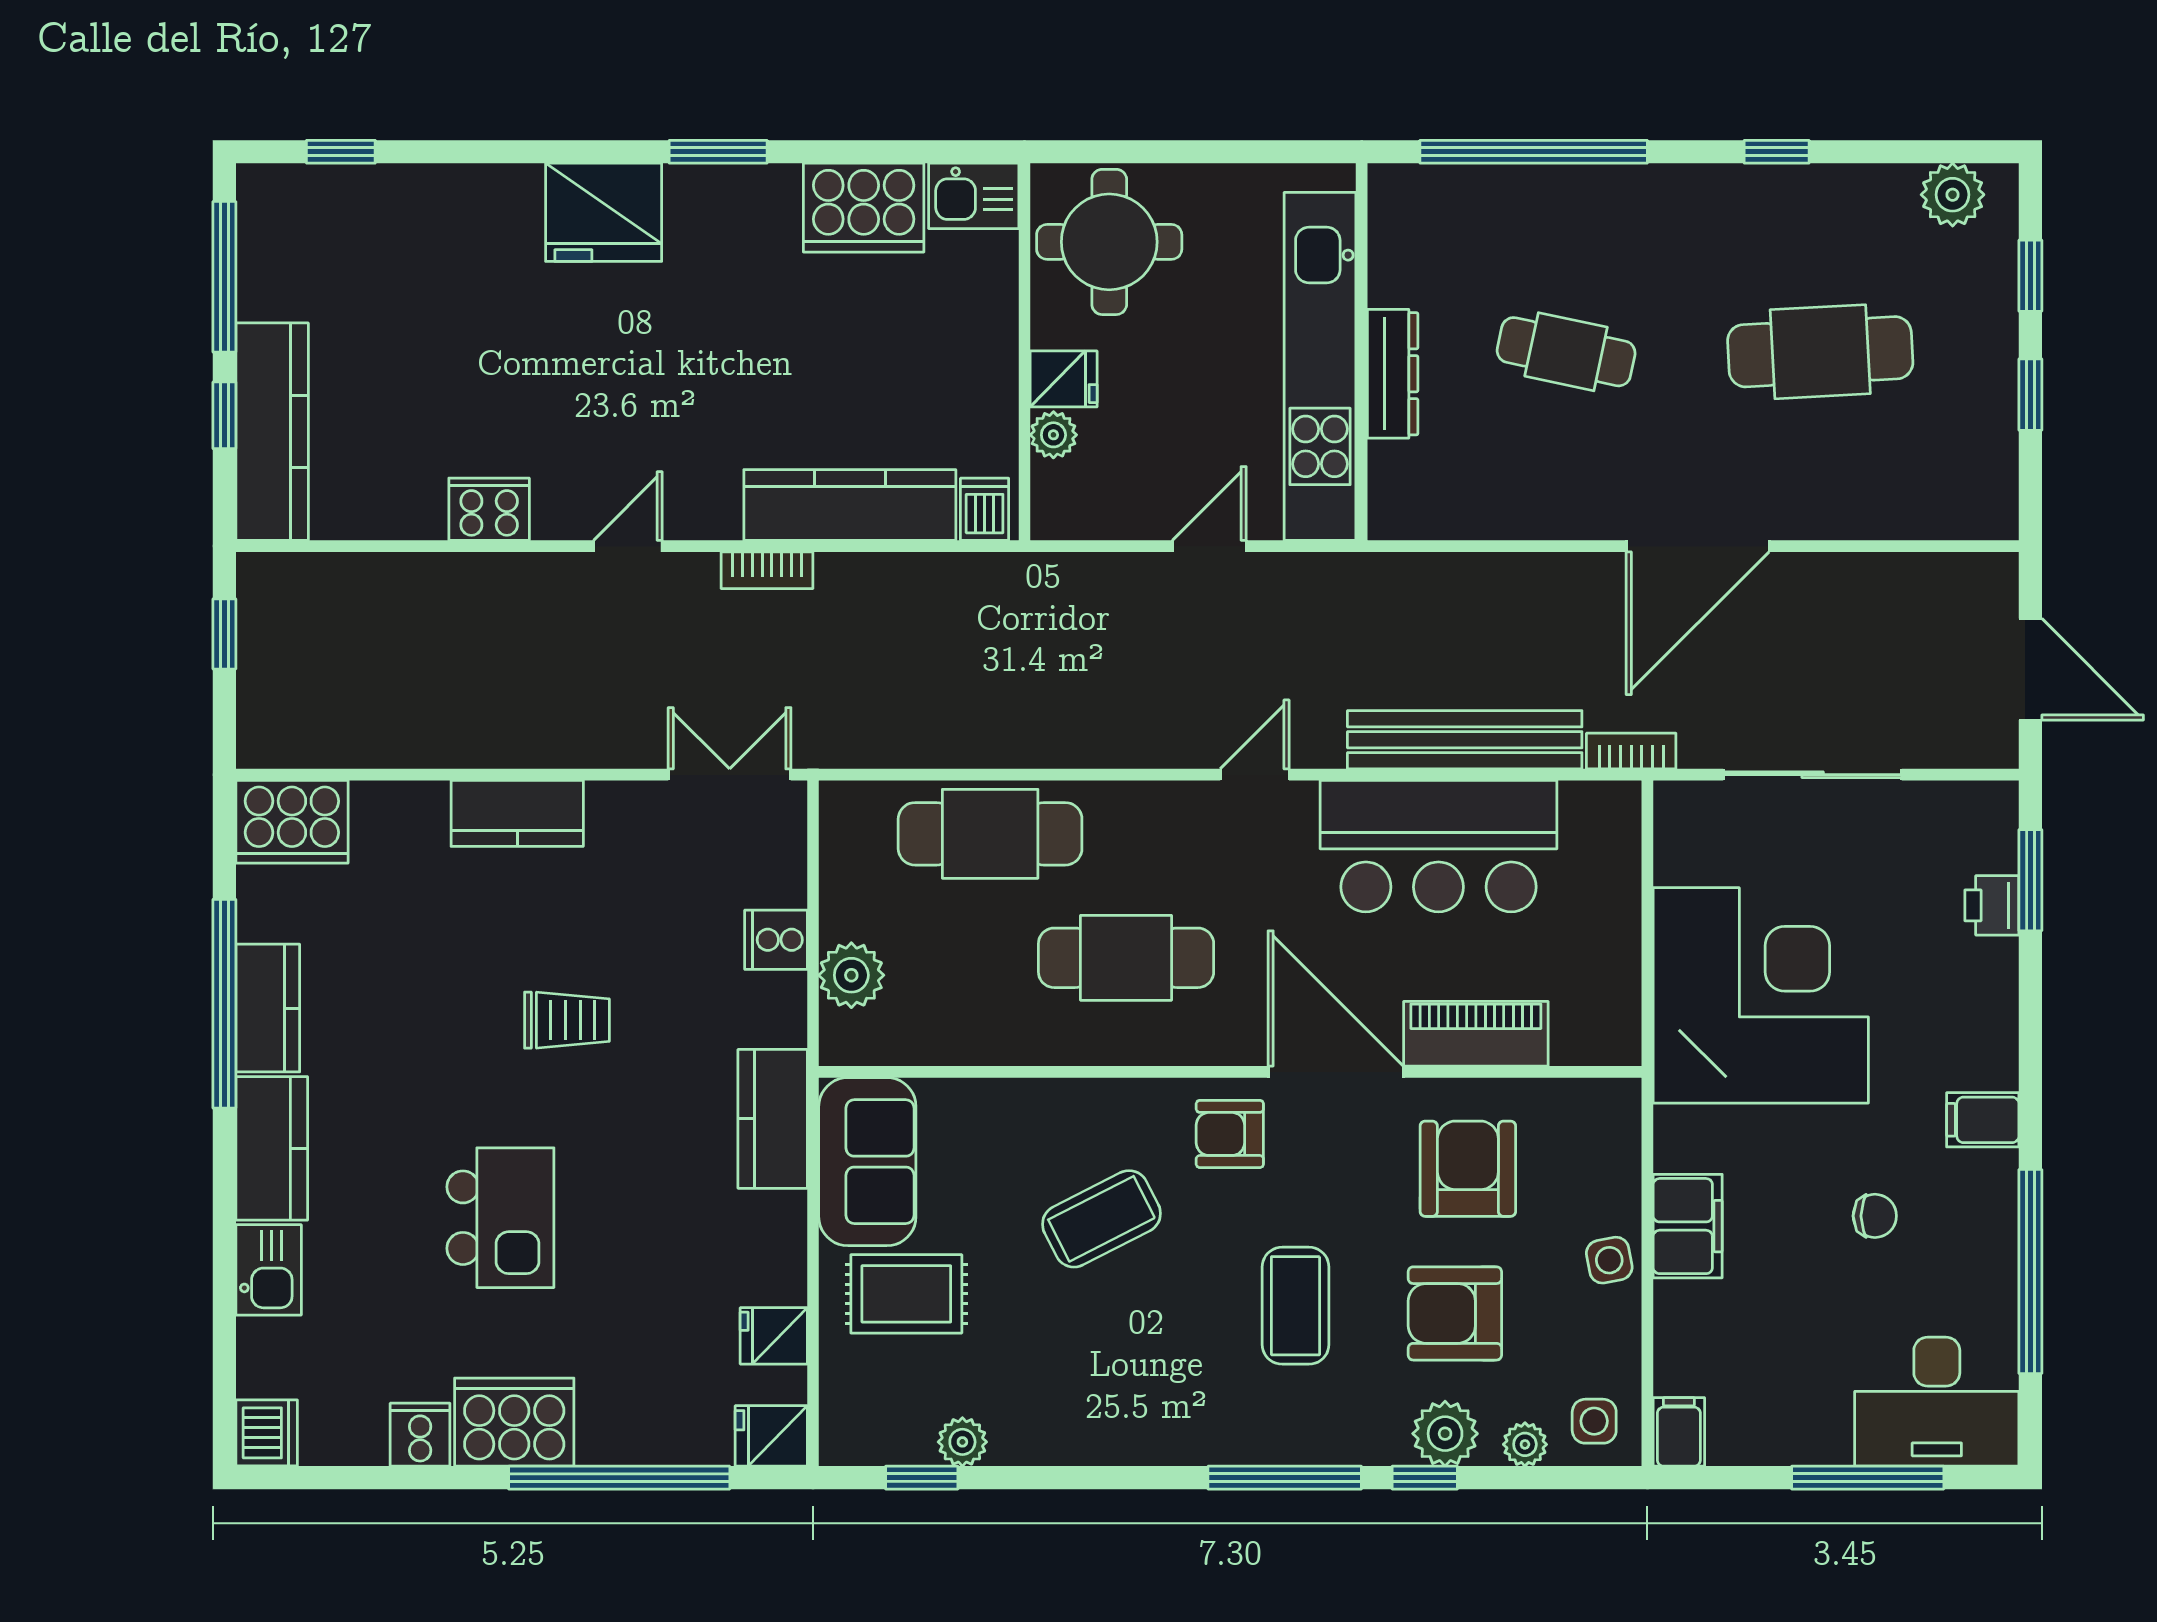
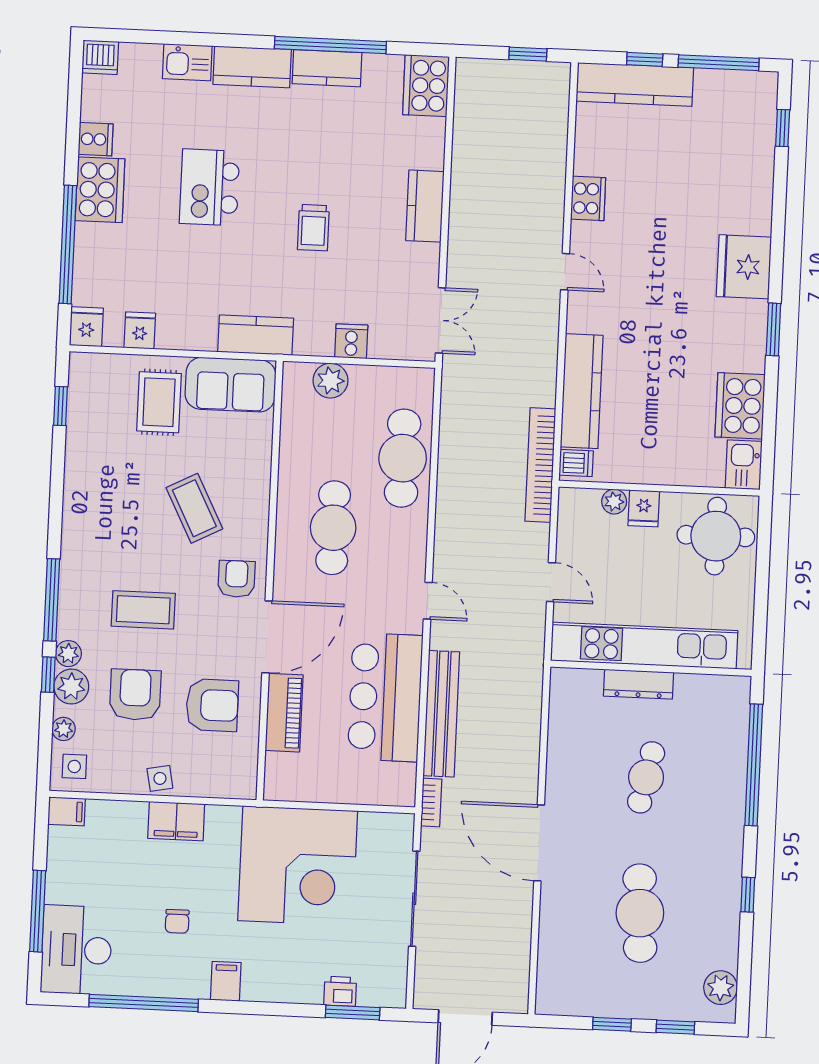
bookcase: (767, 570) -> (540, 465), moved, width x2.31, depth x1.31
kitchen island: (500, 1218) -> (210, 187), turned 90
plant: (962, 1442) -> (68, 654), moved

